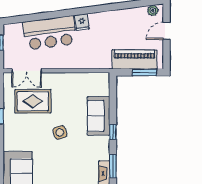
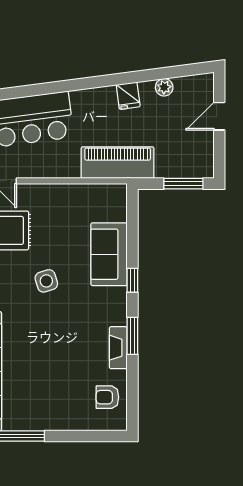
plant: (153, 10) -> (164, 87), moved
fridge: (82, 22) -> (128, 96), moved
piano: (134, 59) -> (118, 163), moved

